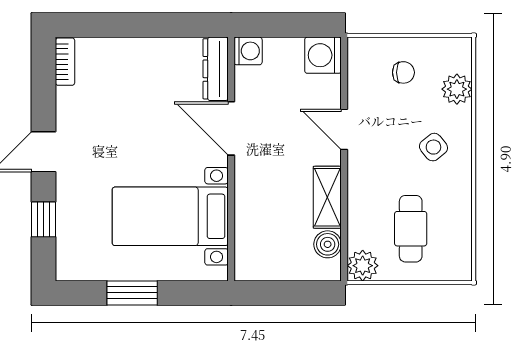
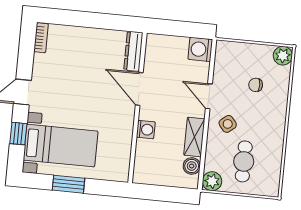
washing machine: (248, 51) -> (146, 130), moved
chair: (403, 72) -> (256, 85), moved, turned 180
plant: (457, 89) -> (283, 56), moved
side table: (433, 147) -> (228, 124), moved
bed with nightstands: (170, 216) -> (61, 146), moved, turned 180

